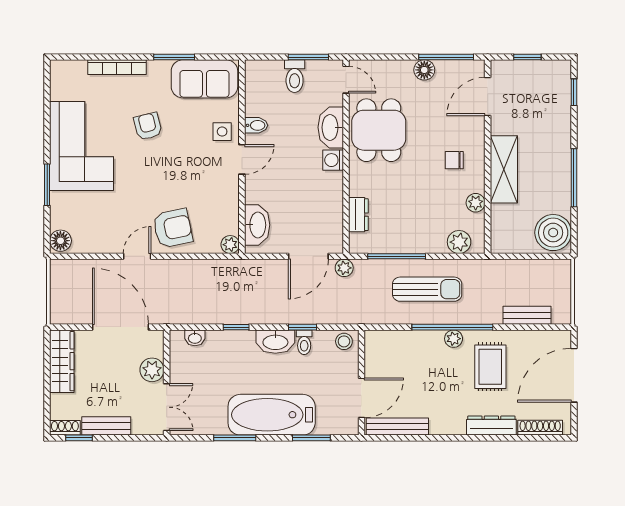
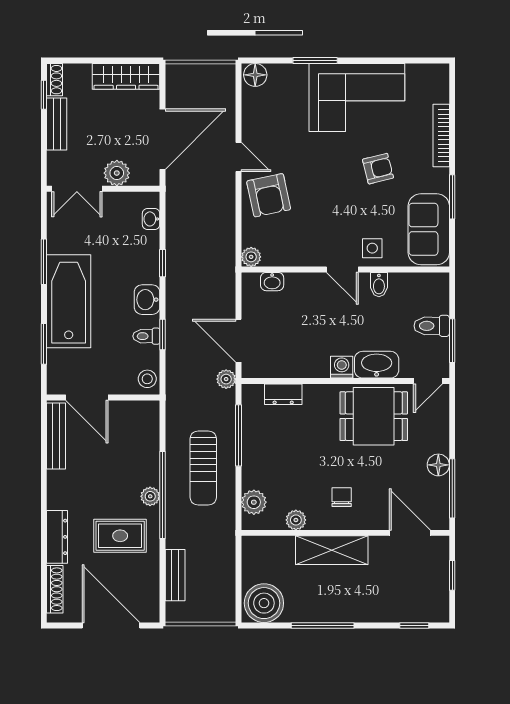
washbasin: (257, 225) -> (272, 282), width x0.52, depth x0.69
washbasin: (275, 342) -> (147, 300), width x0.72

